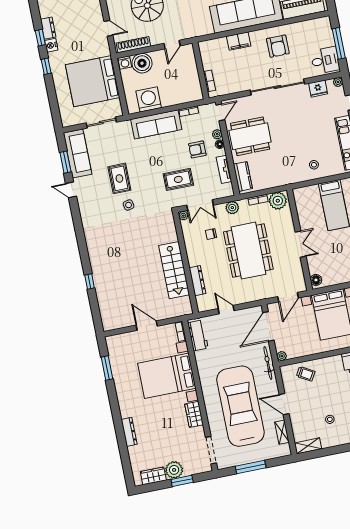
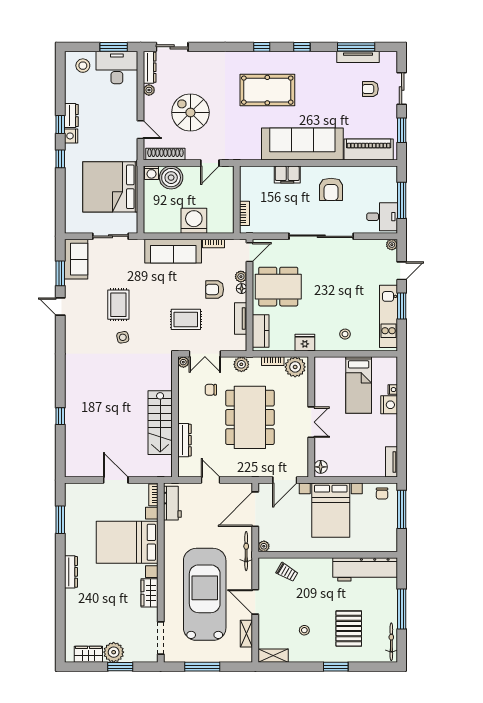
fridge: (318, 89) -> (305, 343), moved, turned 180
washing machine: (149, 99) -> (194, 221), moved
sofa: (78, 153) -> (76, 259), width x0.73
dresser: (129, 432) -> (71, 572), moved

